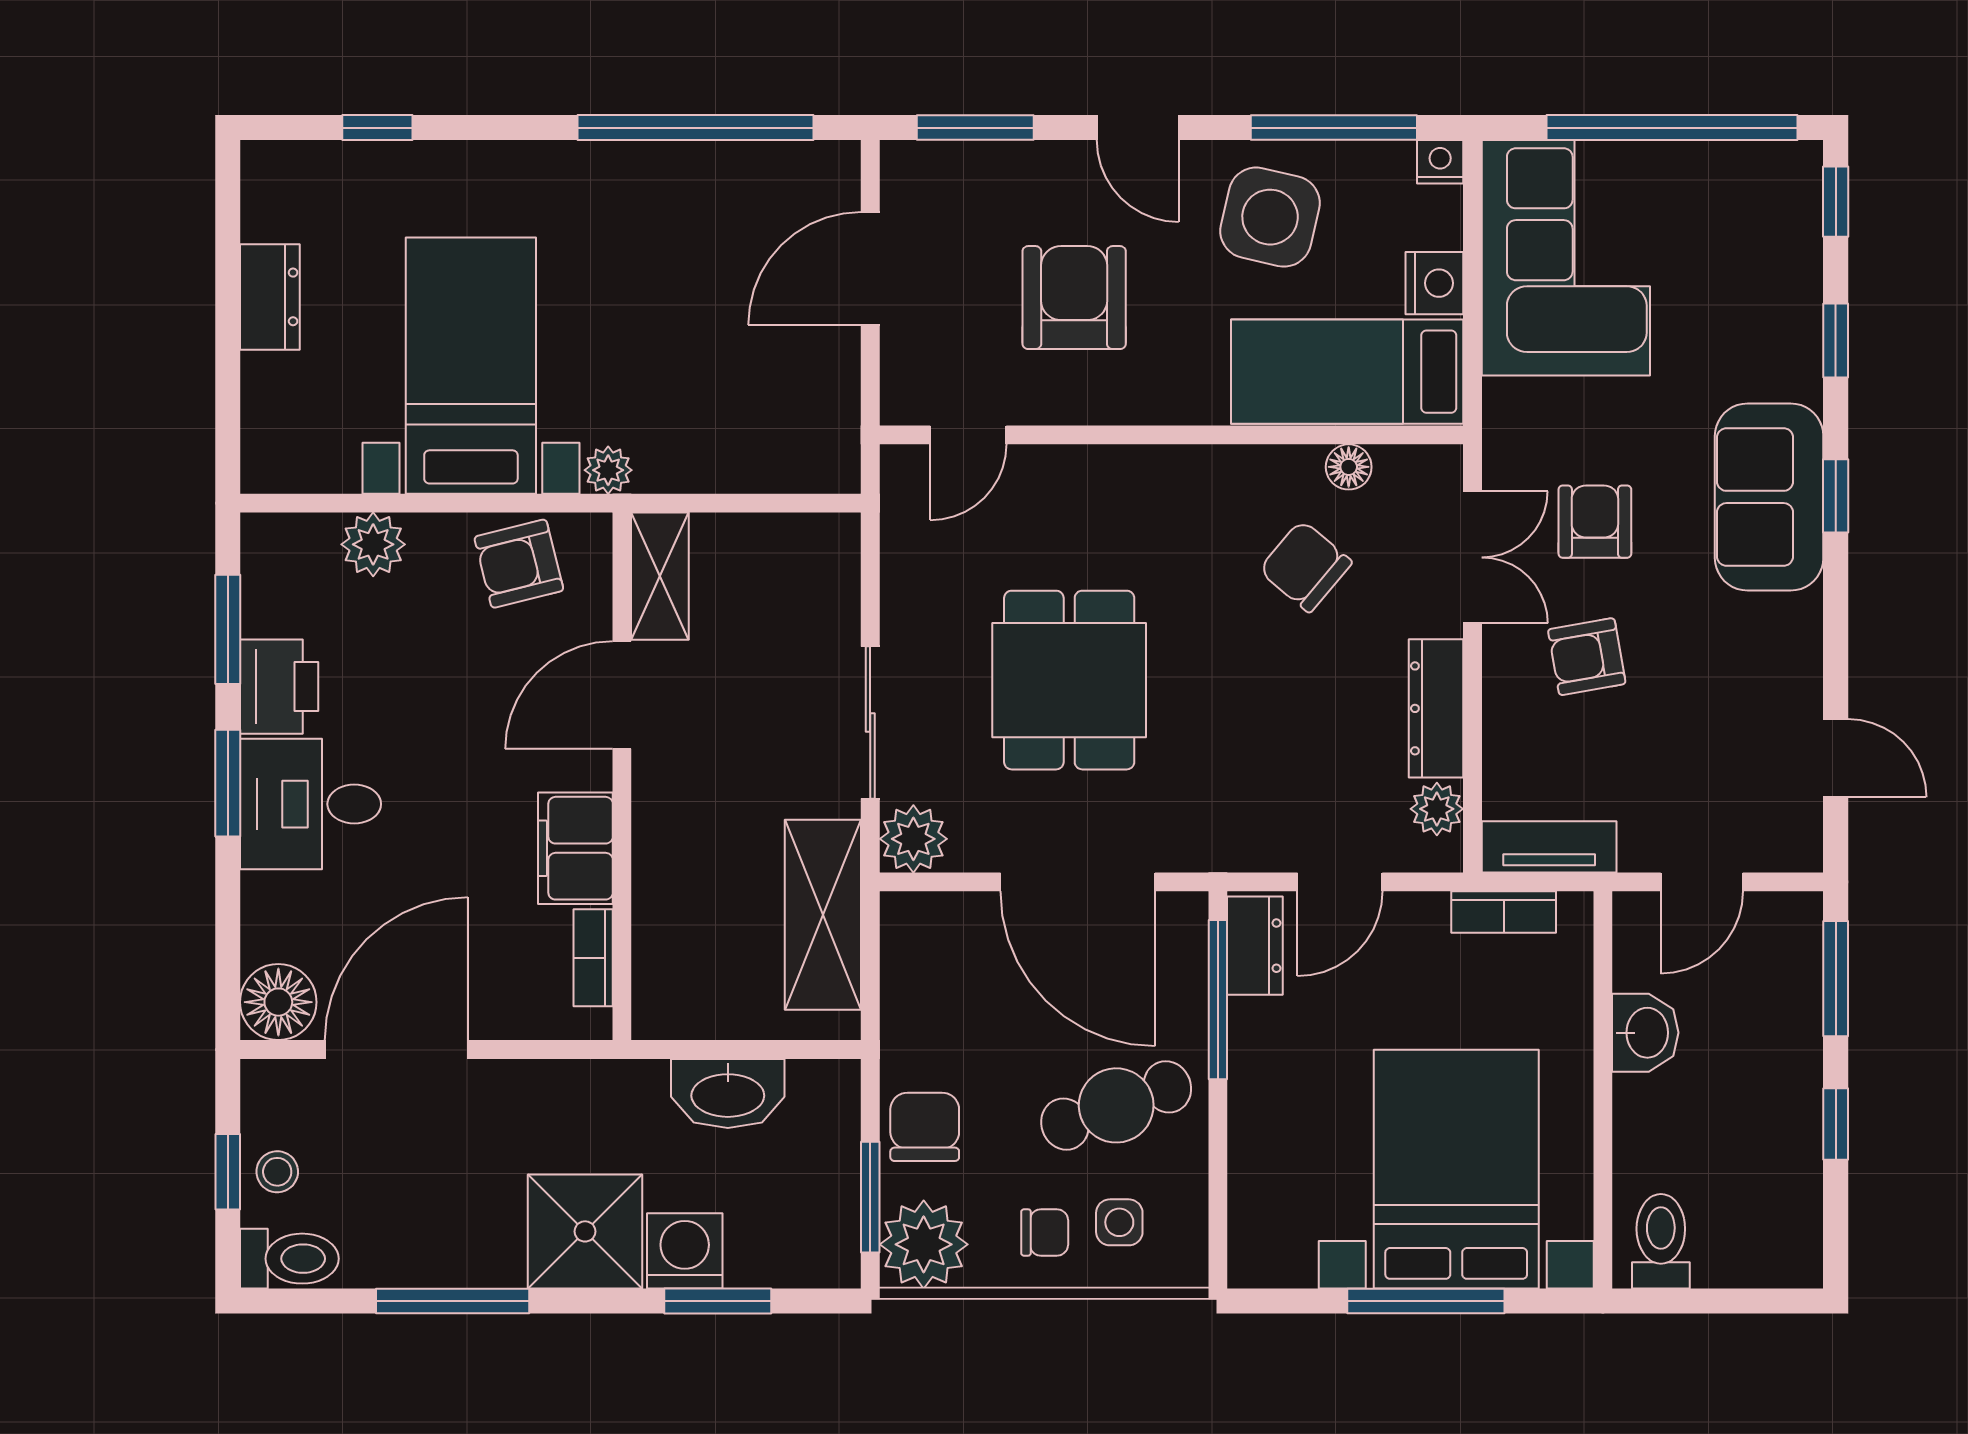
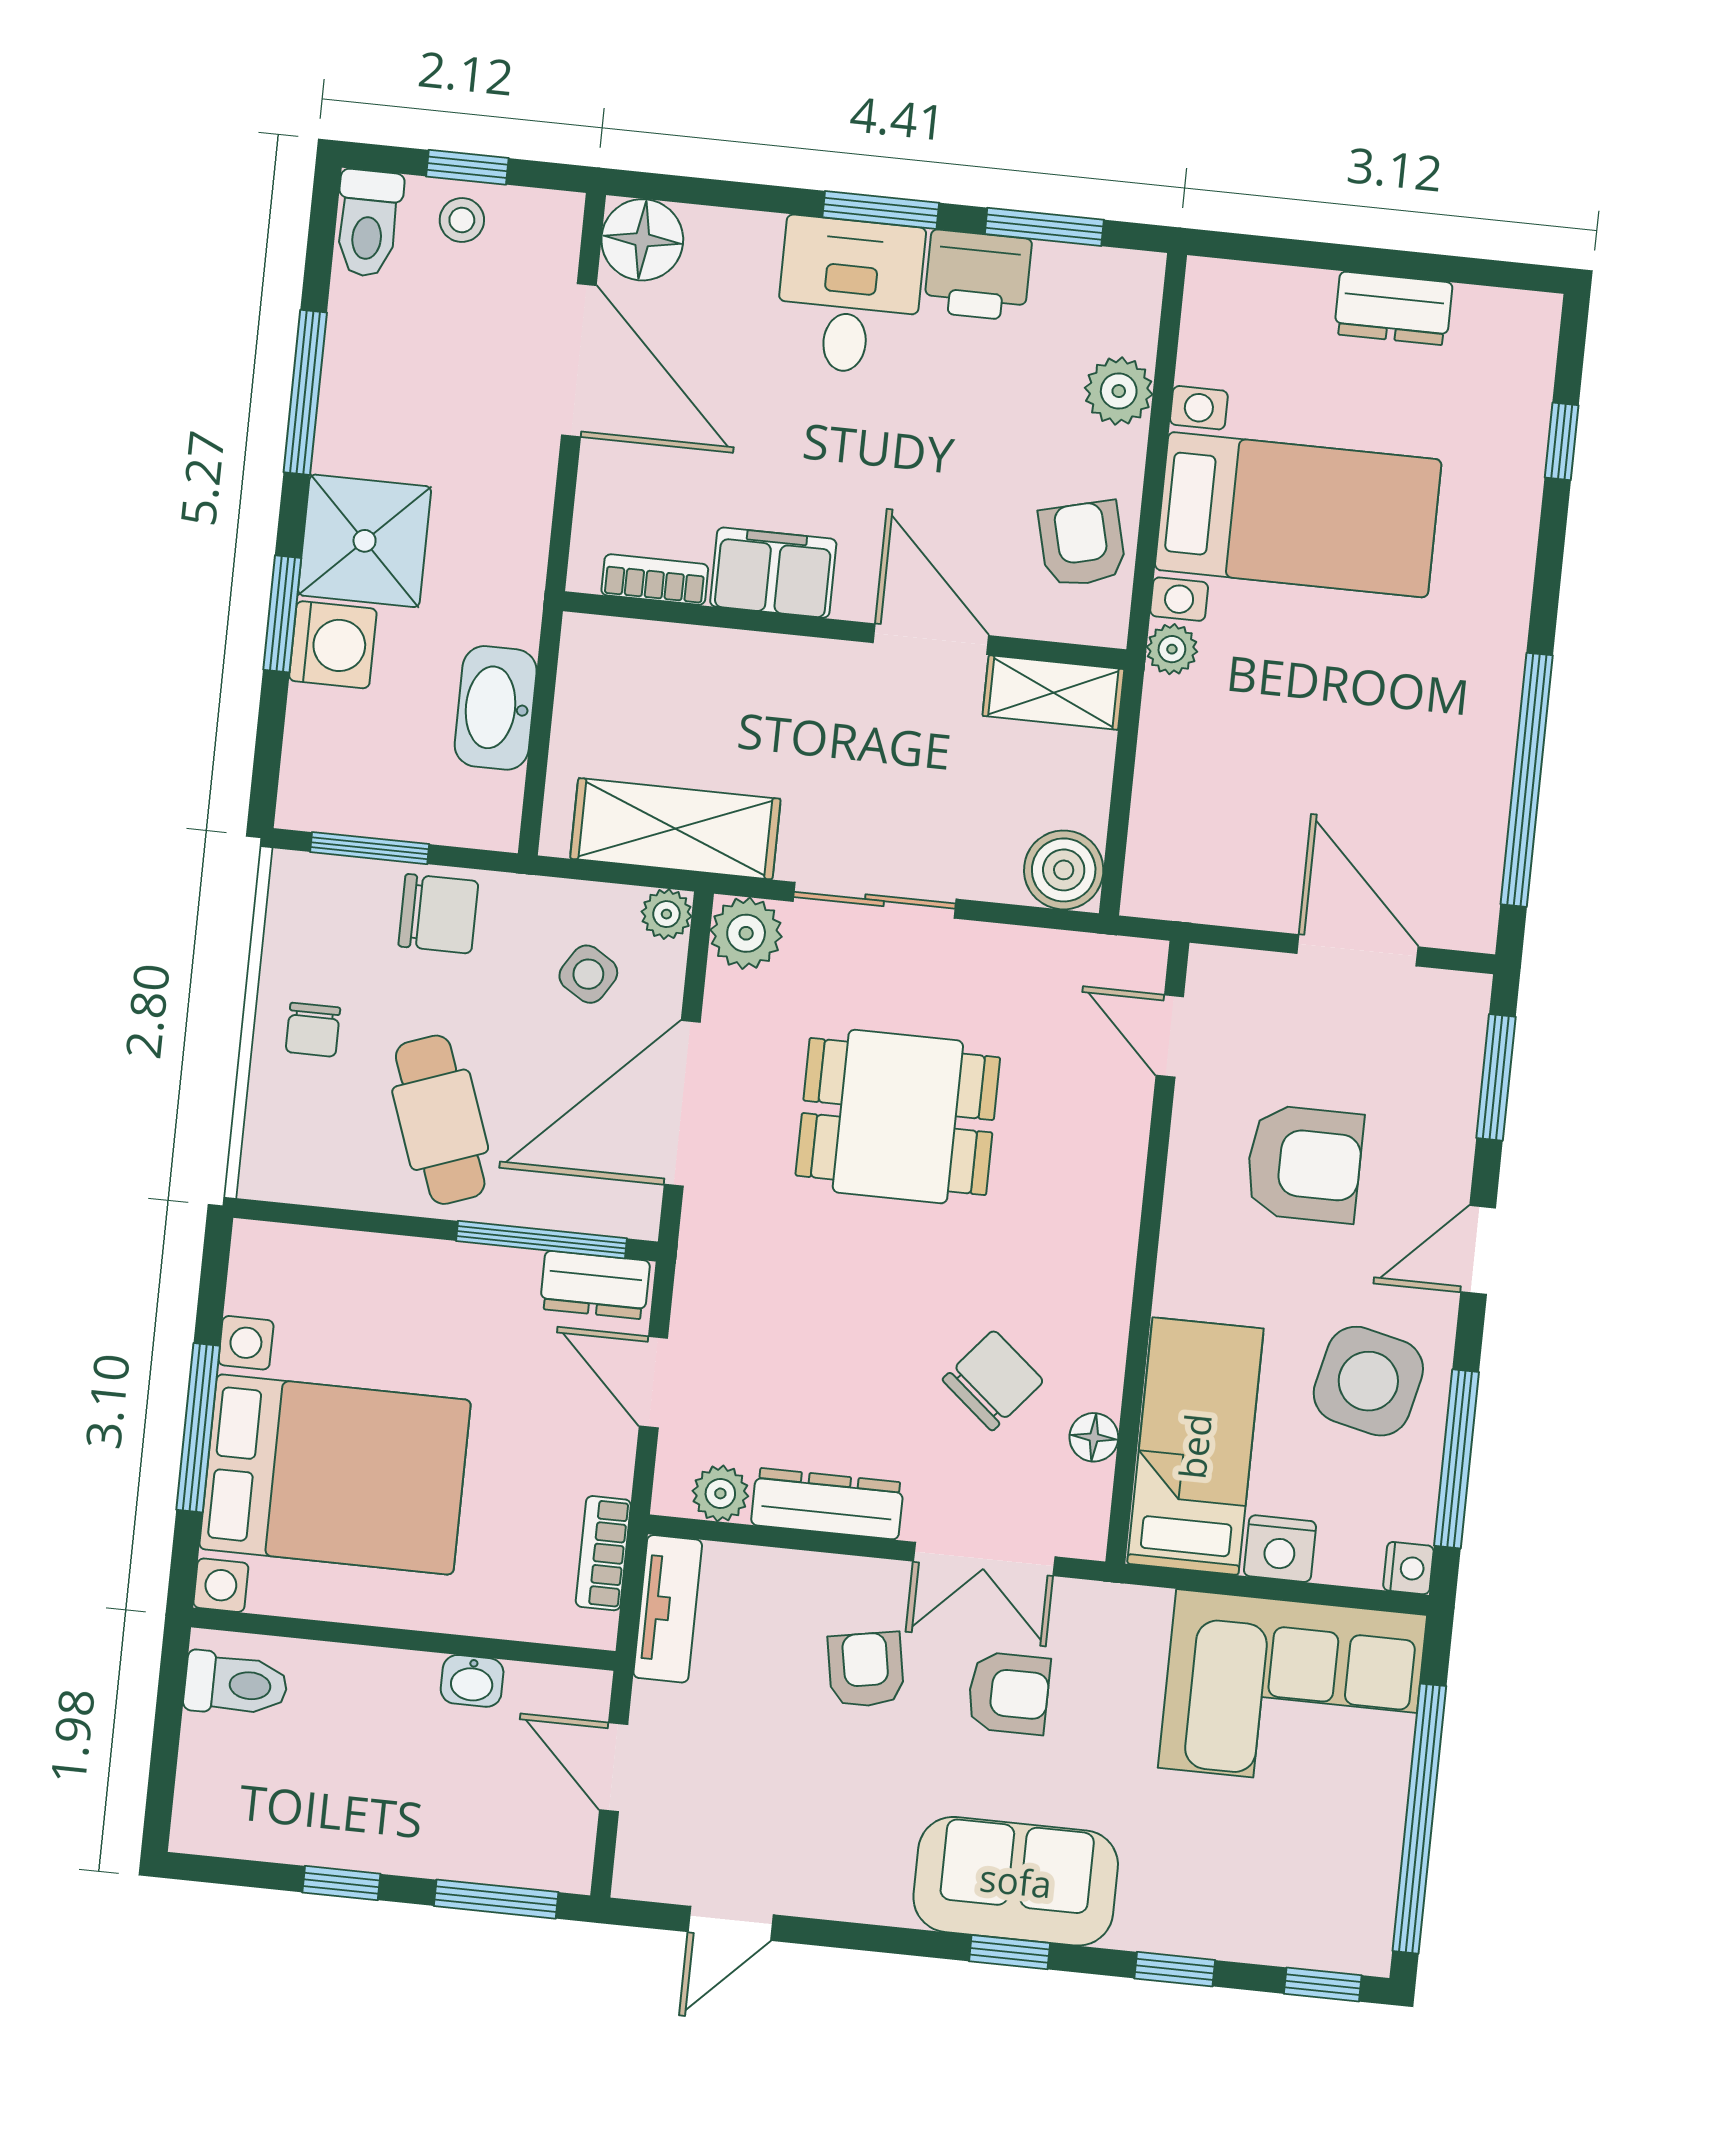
boiler: (824, 550) -> (1064, 870), added
washbasin: (1645, 1033) -> (472, 1681), width x0.72, depth x0.69
side table: (1119, 1222) -> (588, 974), moved, turned 32
plant: (924, 1244) -> (666, 914), moved, width x0.53, depth x0.53
window: (718, 1301) -> (282, 614), moved

